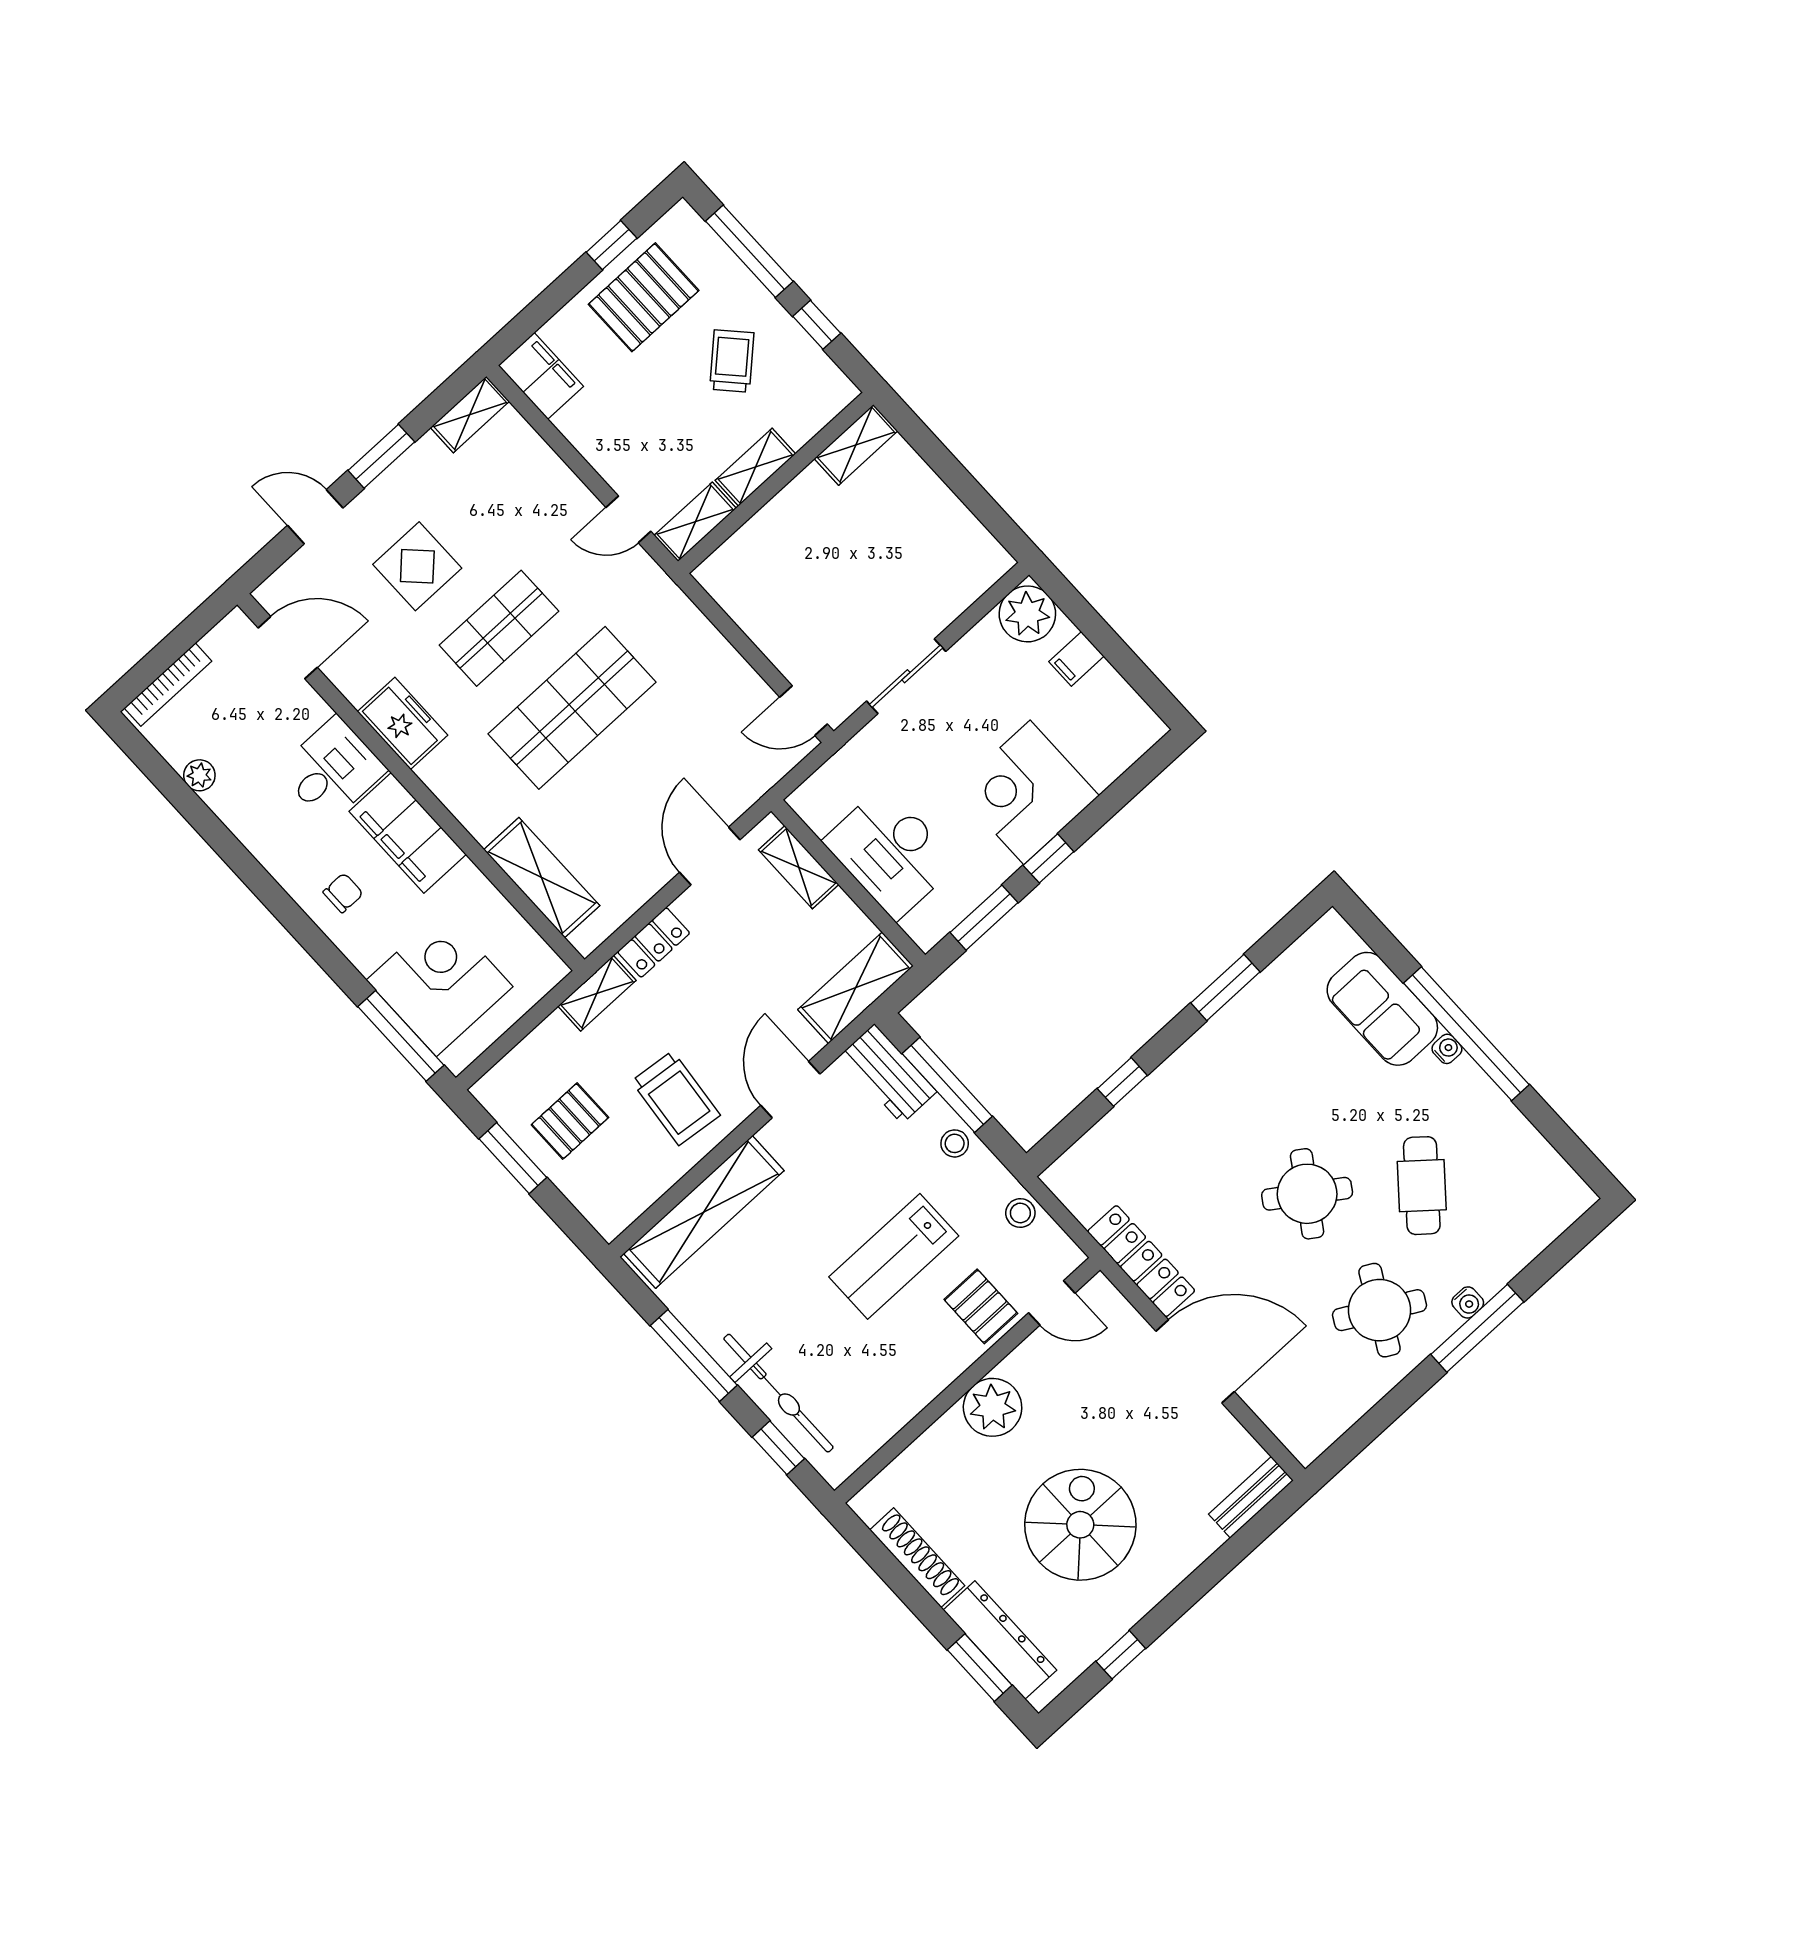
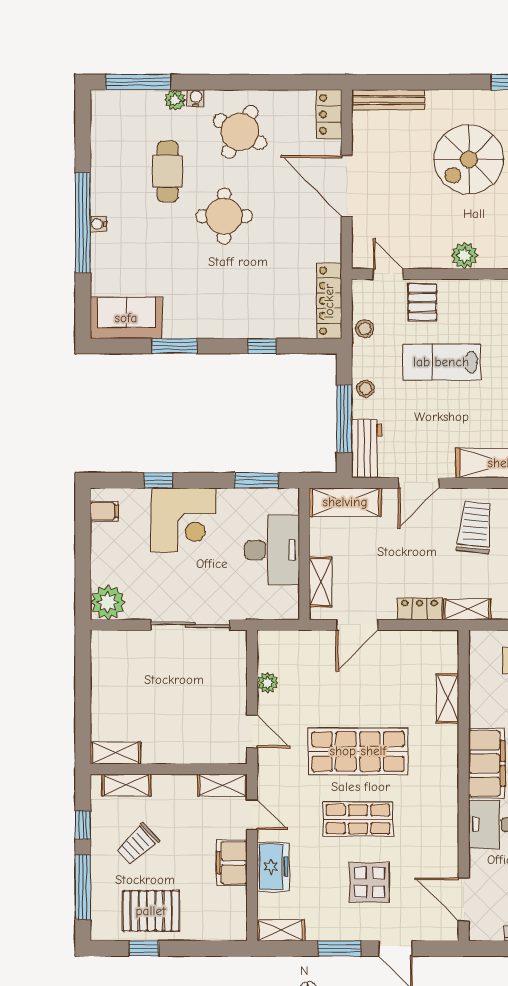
filing cabinet: (541, 376) -> (232, 863), moved
shelving: (755, 467) -> (126, 785), moved
filing cabinet: (1076, 659) -> (104, 511), moved
sliding door: (906, 676) -> (190, 625), width x1.37
plant: (753, 691) -> (268, 683), added
door: (804, 711) -> (252, 731), moved
freezer: (403, 723) -> (273, 867), moved, turned 180
window: (1048, 858) -> (158, 480), moved
shelving: (542, 878) -> (447, 698), width x0.67, depth x0.75
sofa: (1382, 1009) -> (126, 318), moved, turned -90
cafe table: (1422, 1186) -> (168, 171), turned -40
round table: (1307, 1194) -> (224, 216), turned -34
lab bench: (894, 1256) -> (441, 362), turned 180
locker: (1141, 1261) -> (329, 301), moved
plant: (1490, 1278) -> (175, 100), added
window: (1477, 1328) -> (138, 82), moved
plant: (993, 1407) -> (465, 255), width x0.73, depth x0.73
locker: (1293, 1427) -> (329, 114), added
bench: (1251, 1497) -> (388, 100), width x1.36

